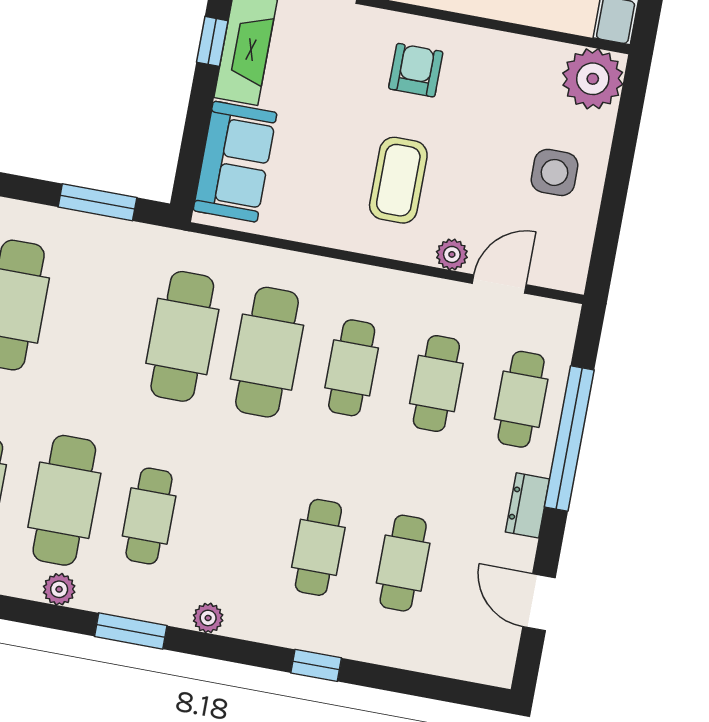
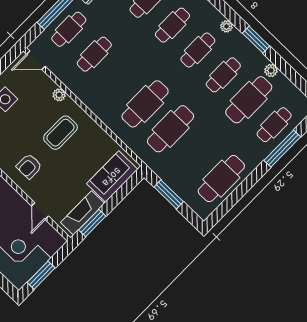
window: (212, 41) -> (92, 223), width x1.50
door: (499, 284) -> (36, 60), moved
cafe table: (352, 368) -> (198, 50), moved

